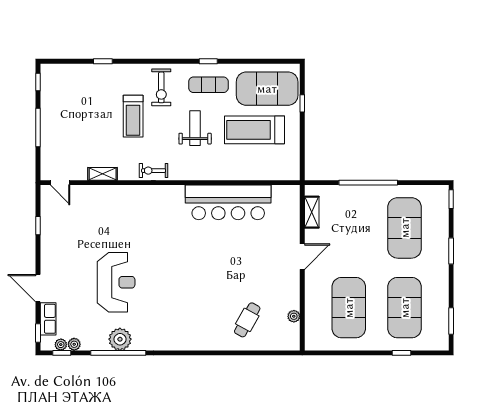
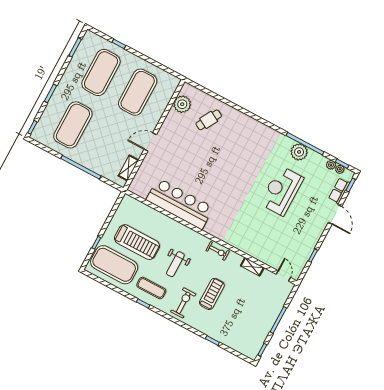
plant: (294, 316) -> (182, 104), width x1.88, depth x1.88

